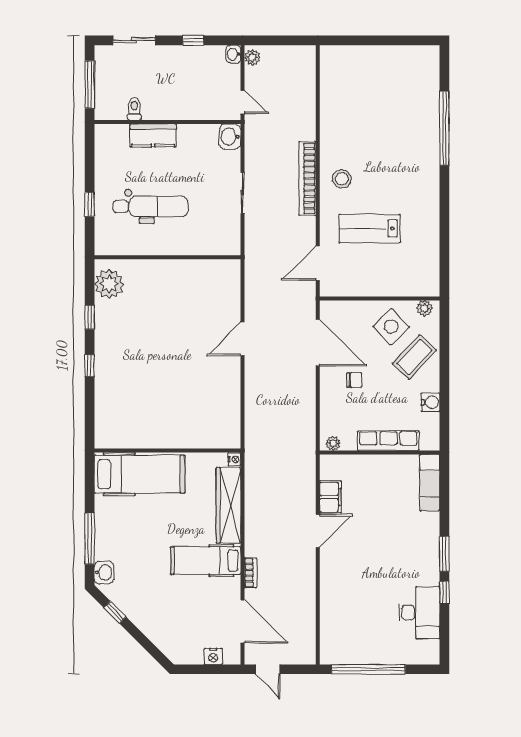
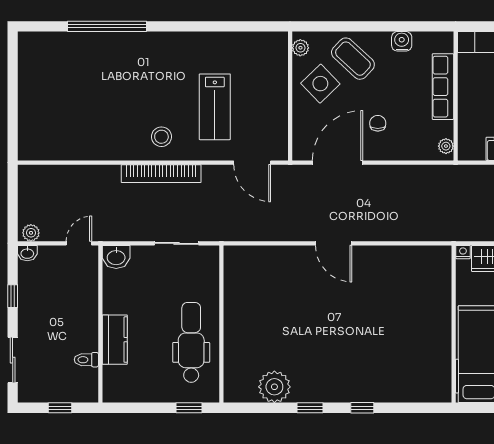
window: (90, 84) -> (60, 408), width x0.46
wall: (167, 257) -> (221, 324), moved

